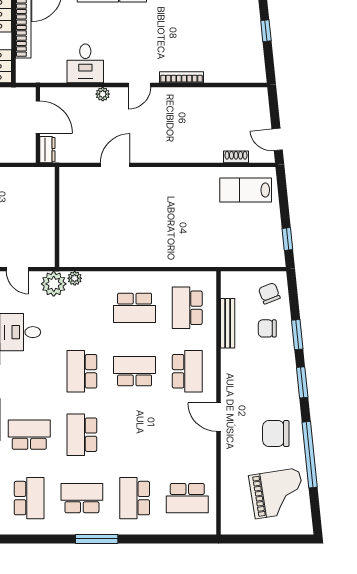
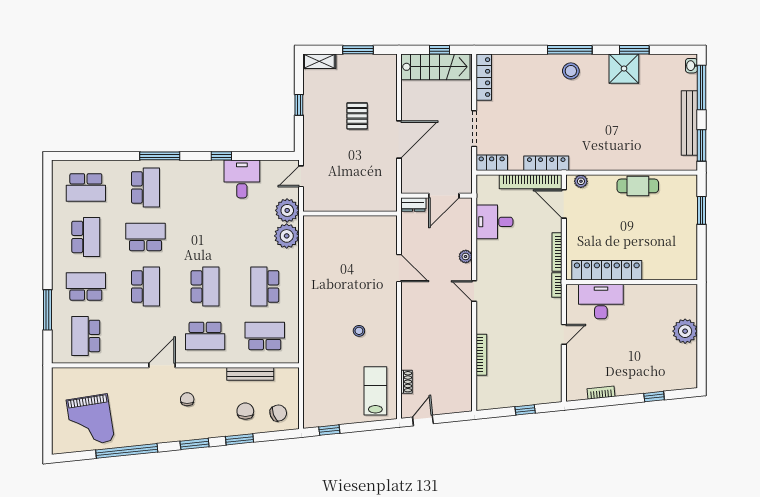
desk: (85, 63) -> (494, 222), moved
bookcase: (182, 77) -> (481, 355), moved
stool: (182, 207) -> (359, 331), added
plant: (75, 278) -> (287, 236), width x1.87, depth x1.87
school desk: (82, 371) -> (145, 286), moved, turned 90
chair: (276, 434) -> (187, 399), moved, width x0.54, depth x0.54
window: (97, 539) -> (47, 310), moved

